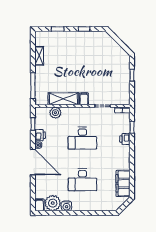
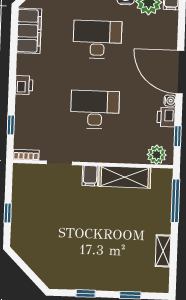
plant: (55, 113) -> (157, 155), moved
printer: (125, 139) -> (24, 85), moved

